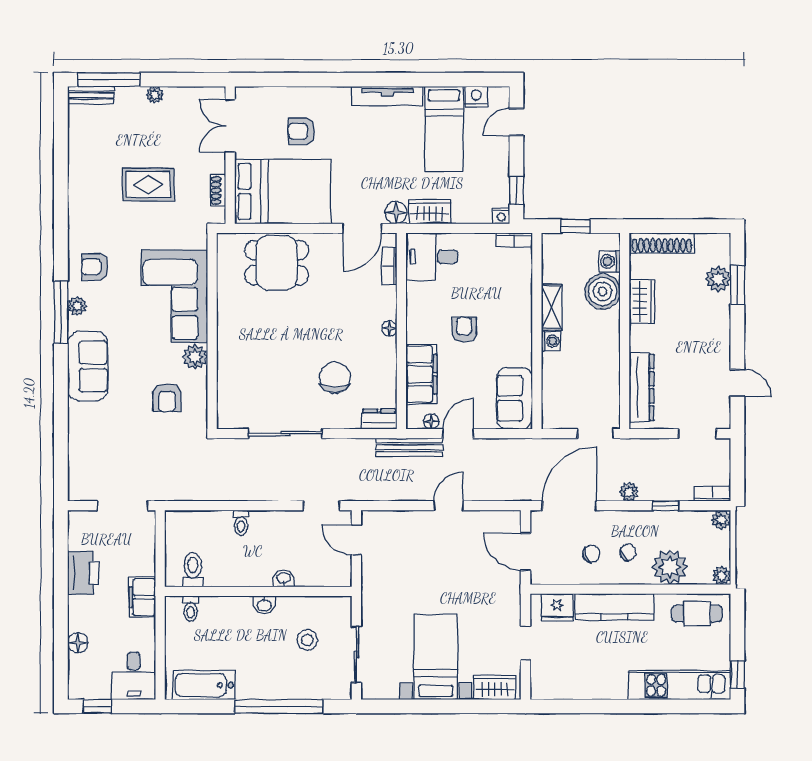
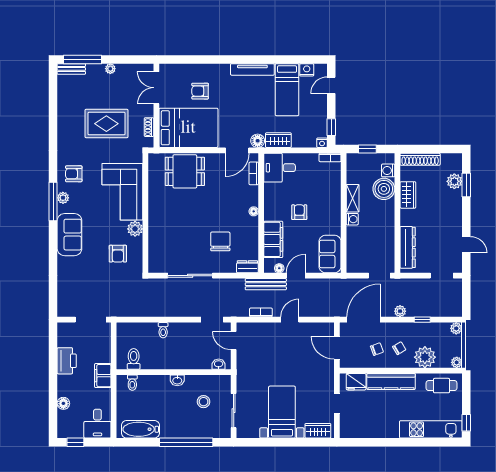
rug: (148, 184) -> (106, 124), width x1.36, depth x1.43
bookcase: (712, 494) -> (261, 312), moved
washbasin: (284, 578) -> (219, 364), moved

